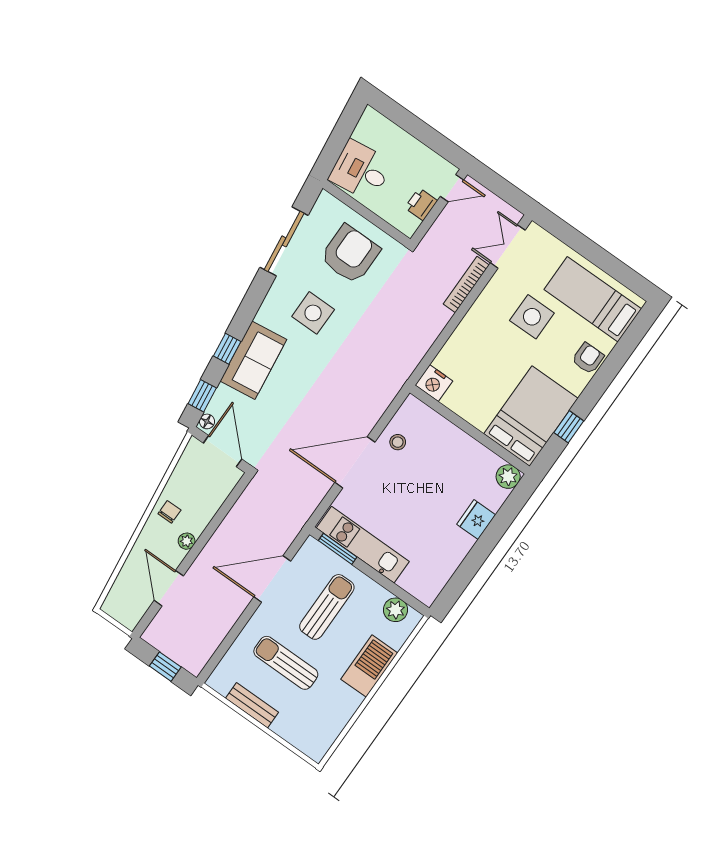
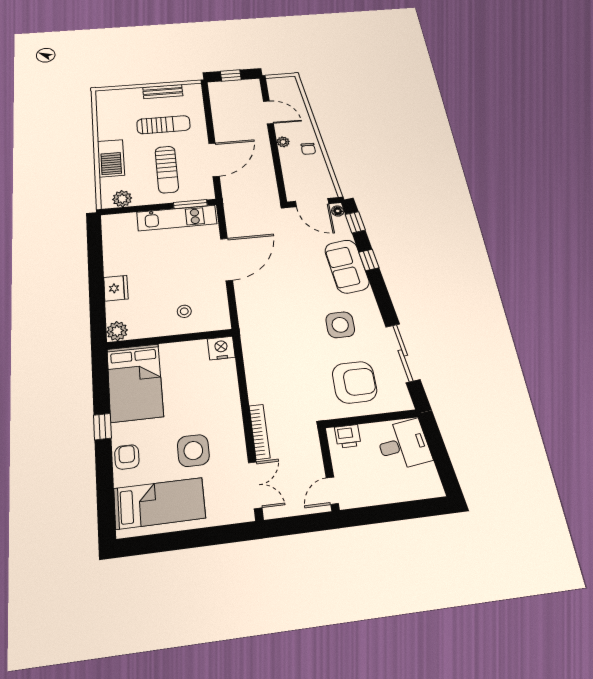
printer: (421, 204) -> (348, 436), moved, turned 90
armchair: (350, 254) -> (355, 382), turned -90
armchair: (588, 358) -> (127, 457), turned 180
window: (569, 427) -> (102, 427), moved
stool: (398, 442) -> (184, 311), moved

